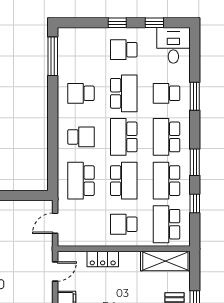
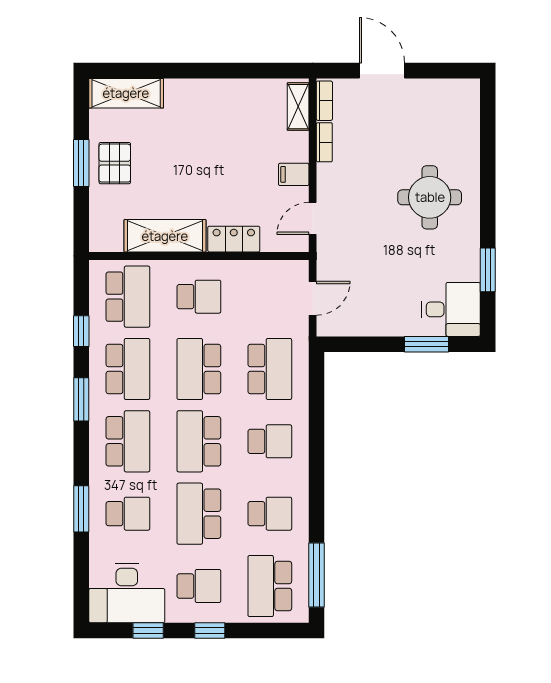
desk: (173, 45) -> (127, 593), width x1.37
school desk: (81, 50) -> (270, 586), added
school desk: (81, 137) -> (270, 441), turned 180
school desk: (124, 137) -> (199, 441), turned 180
shelving: (165, 261) -> (165, 236), moved

